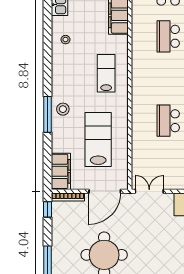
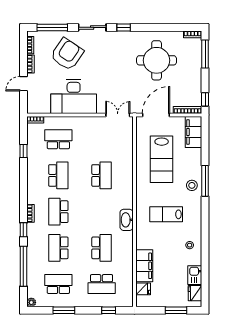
washbasin: (139, 69) -> (127, 220), added
lab bench: (106, 73) -> (166, 214), moved, turned 90
double door: (149, 191) -> (118, 115), swing flipped

